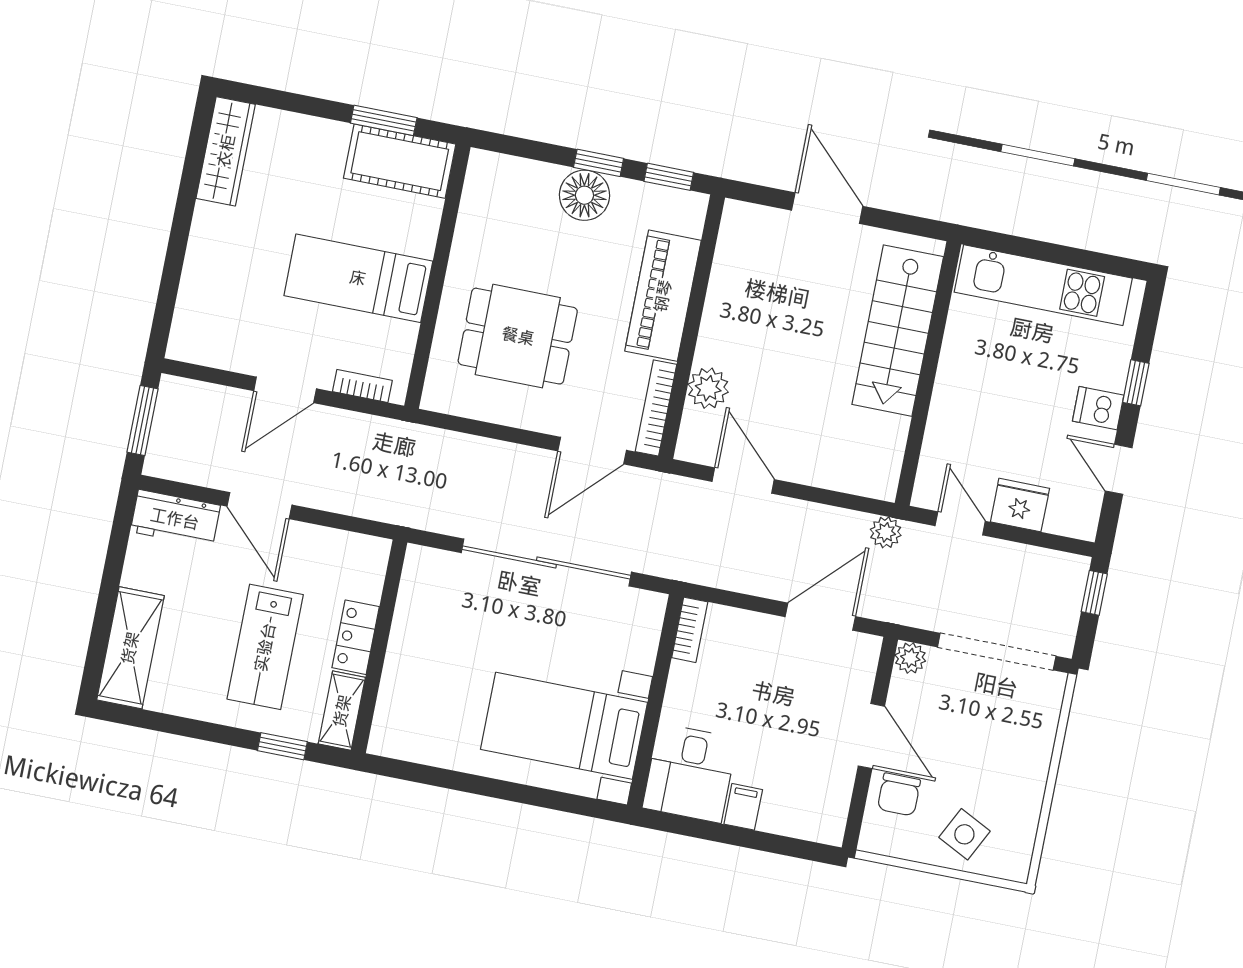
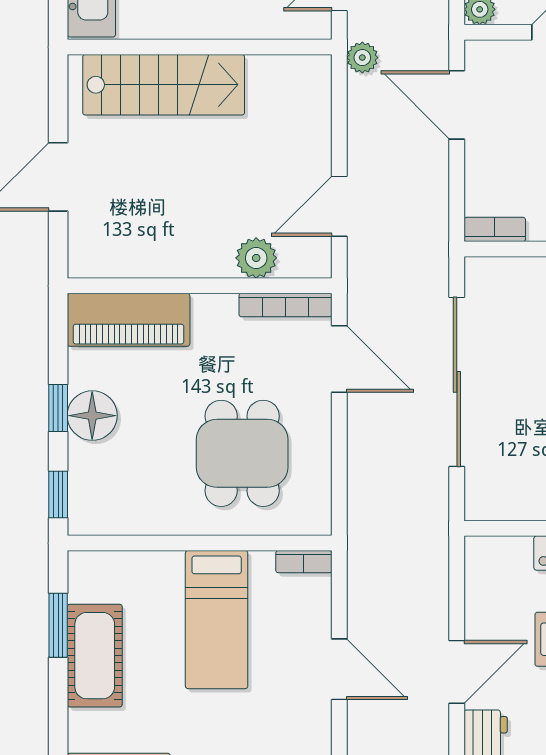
cot: (400, 161) -> (95, 656), moved
window: (669, 177) -> (58, 494), moved
piano: (663, 296) -> (129, 320), moved
bookcase: (362, 386) -> (304, 562), moved, turned -90

